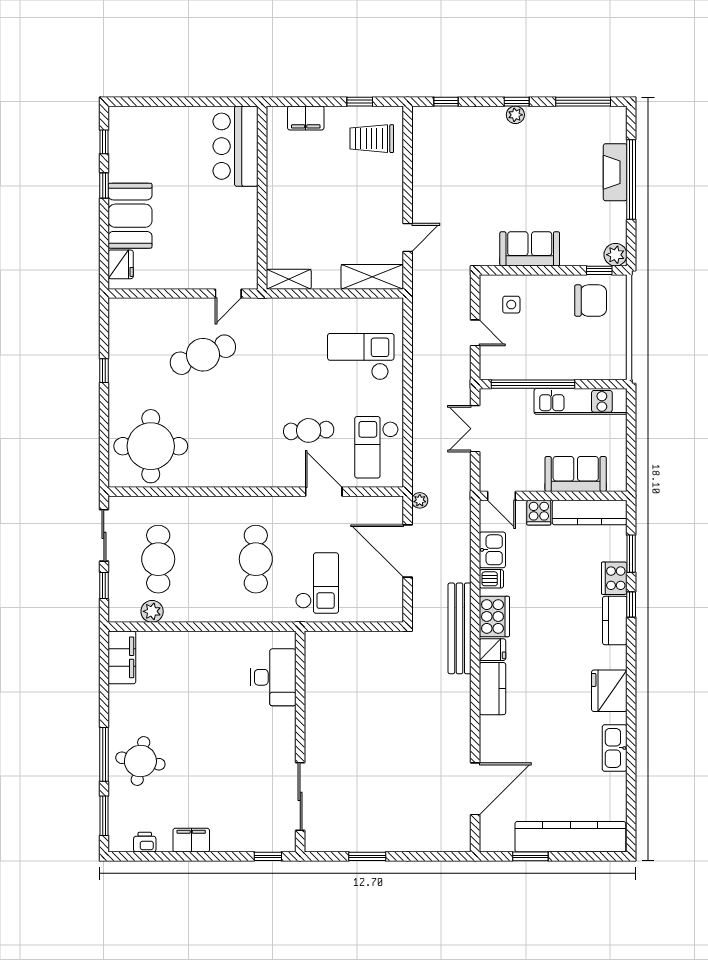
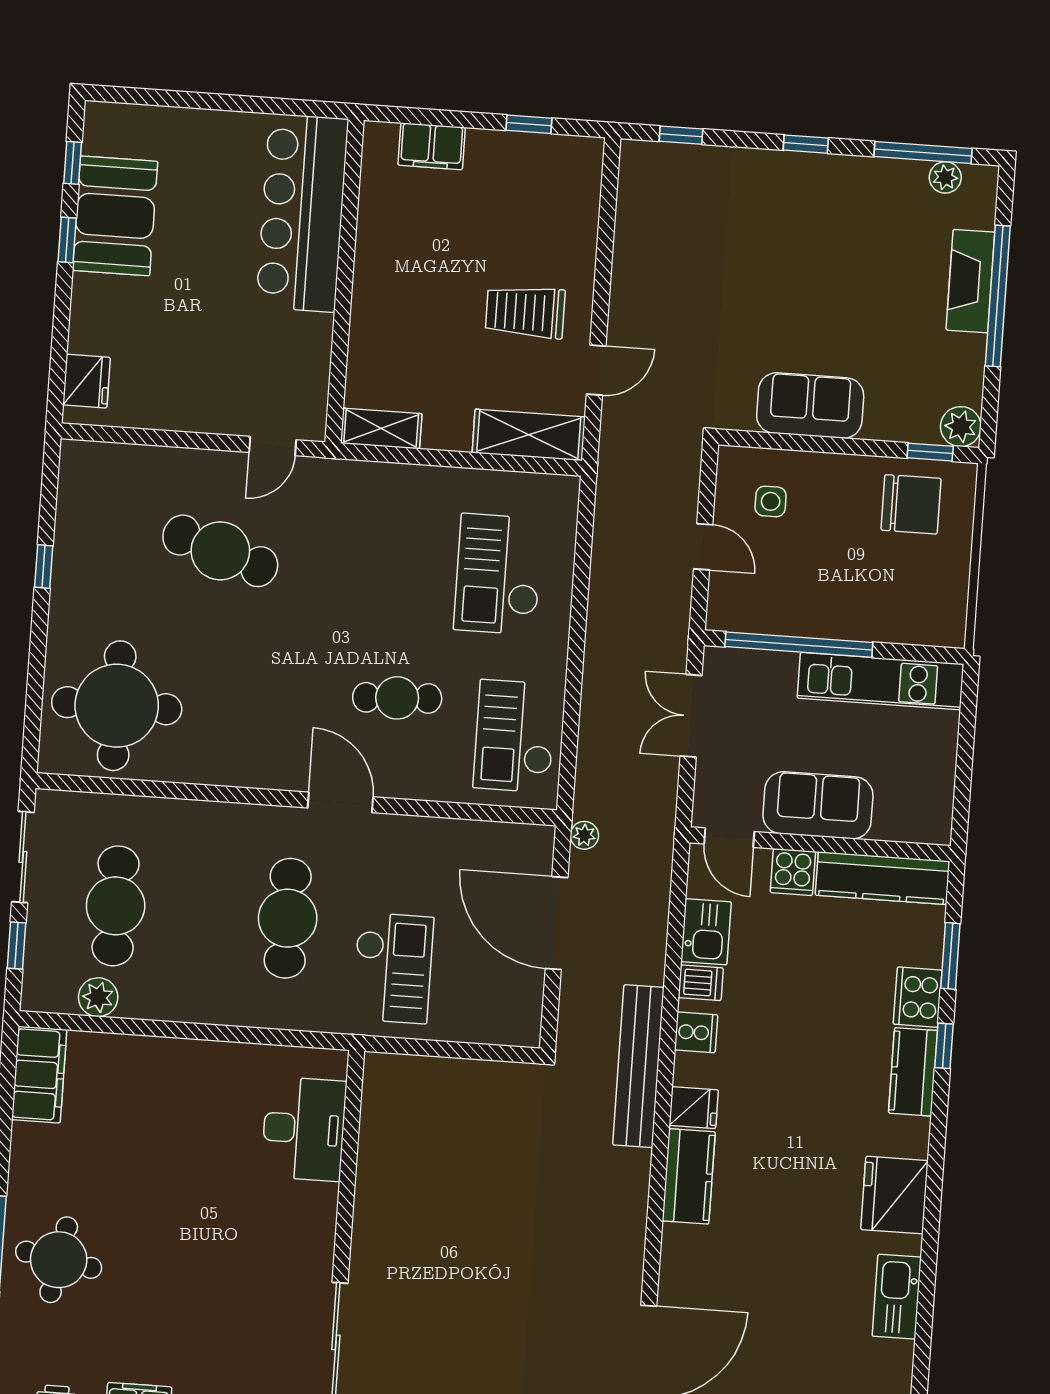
plant: (515, 115) -> (945, 177), moved
trolley: (372, 139) -> (525, 312), moved
bar counter: (235, 146) -> (302, 213), width x1.36
booth: (130, 216) -> (115, 216), moved
cafe table: (203, 355) -> (220, 551), turned 39
checkout: (361, 357) -> (498, 574), turned -90
sofa: (576, 474) -> (818, 805), moved
door: (324, 492) -> (340, 802), moved
cooker: (494, 617) -> (696, 1032), width x0.53, depth x0.76

